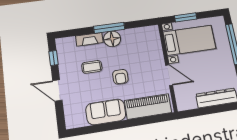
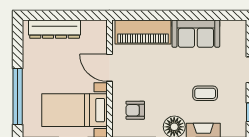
armchair: (120, 77) -> (135, 110), moved, turned -90

